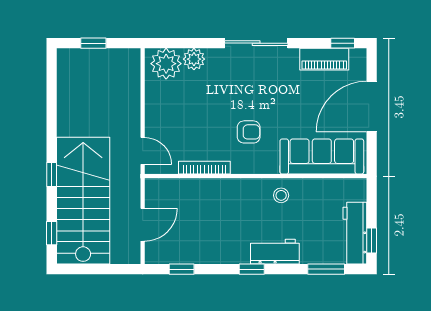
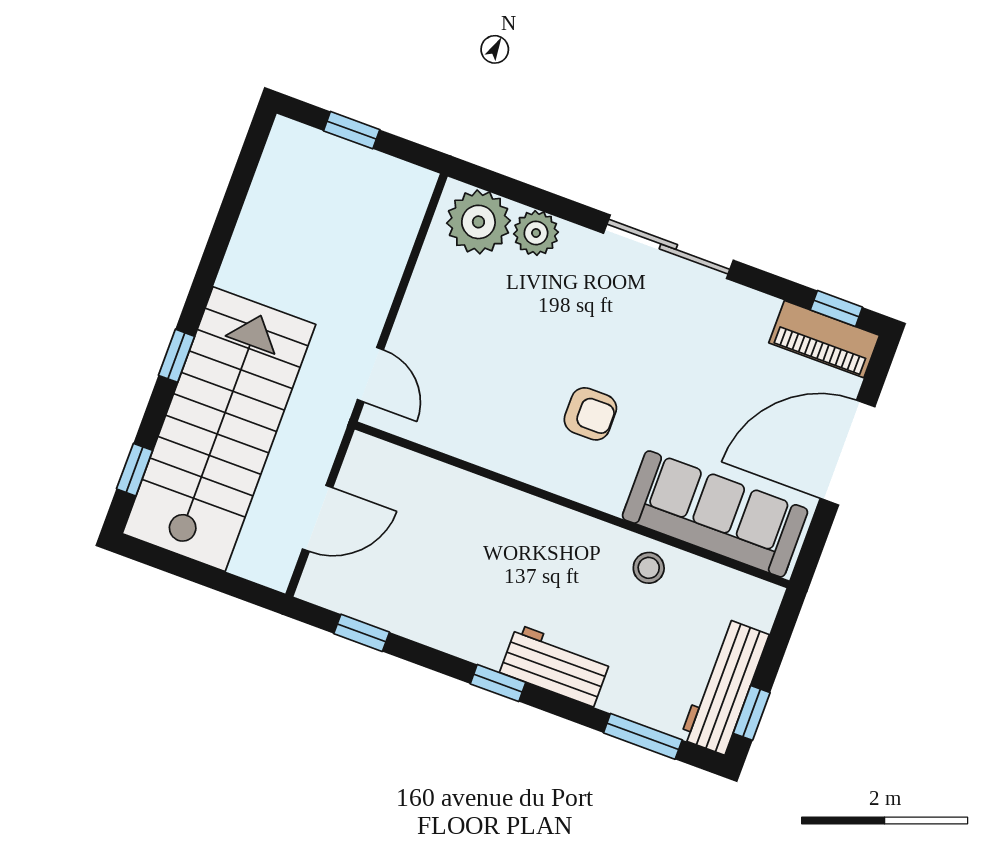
piano: (324, 59) -> (824, 339), moved
bookcase: (204, 168) -> (479, 452), removed
stool: (281, 195) -> (649, 568), moved

